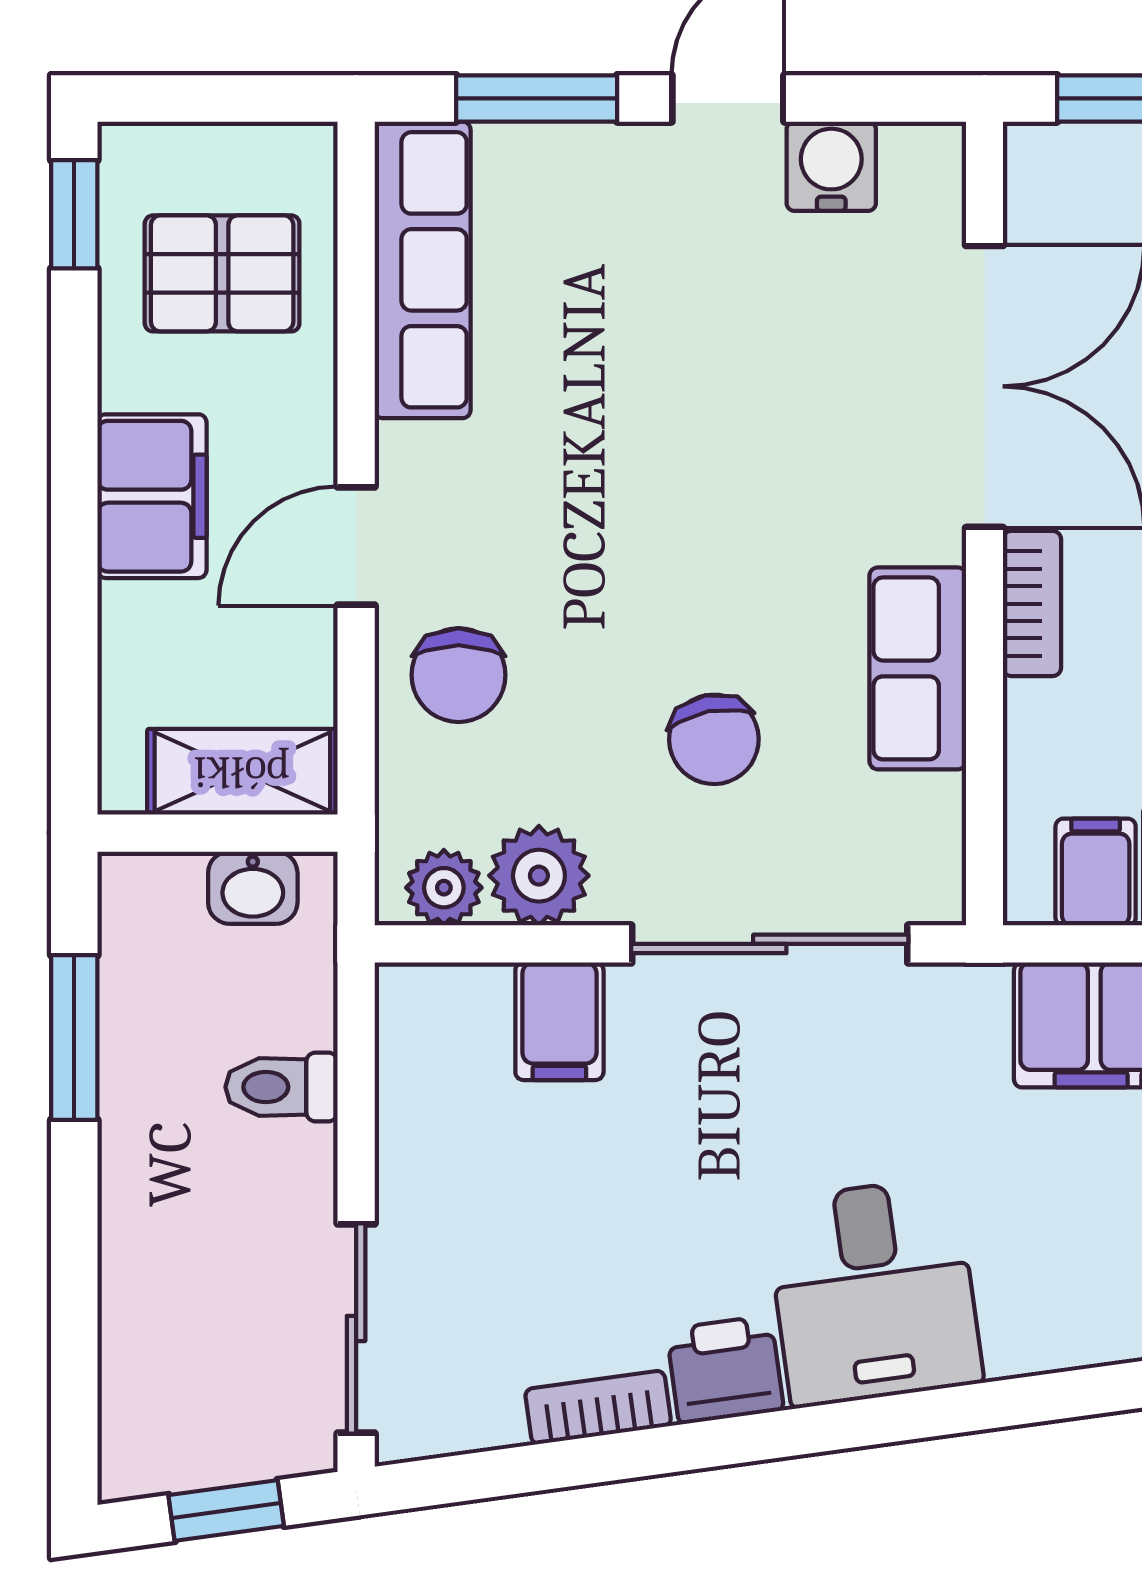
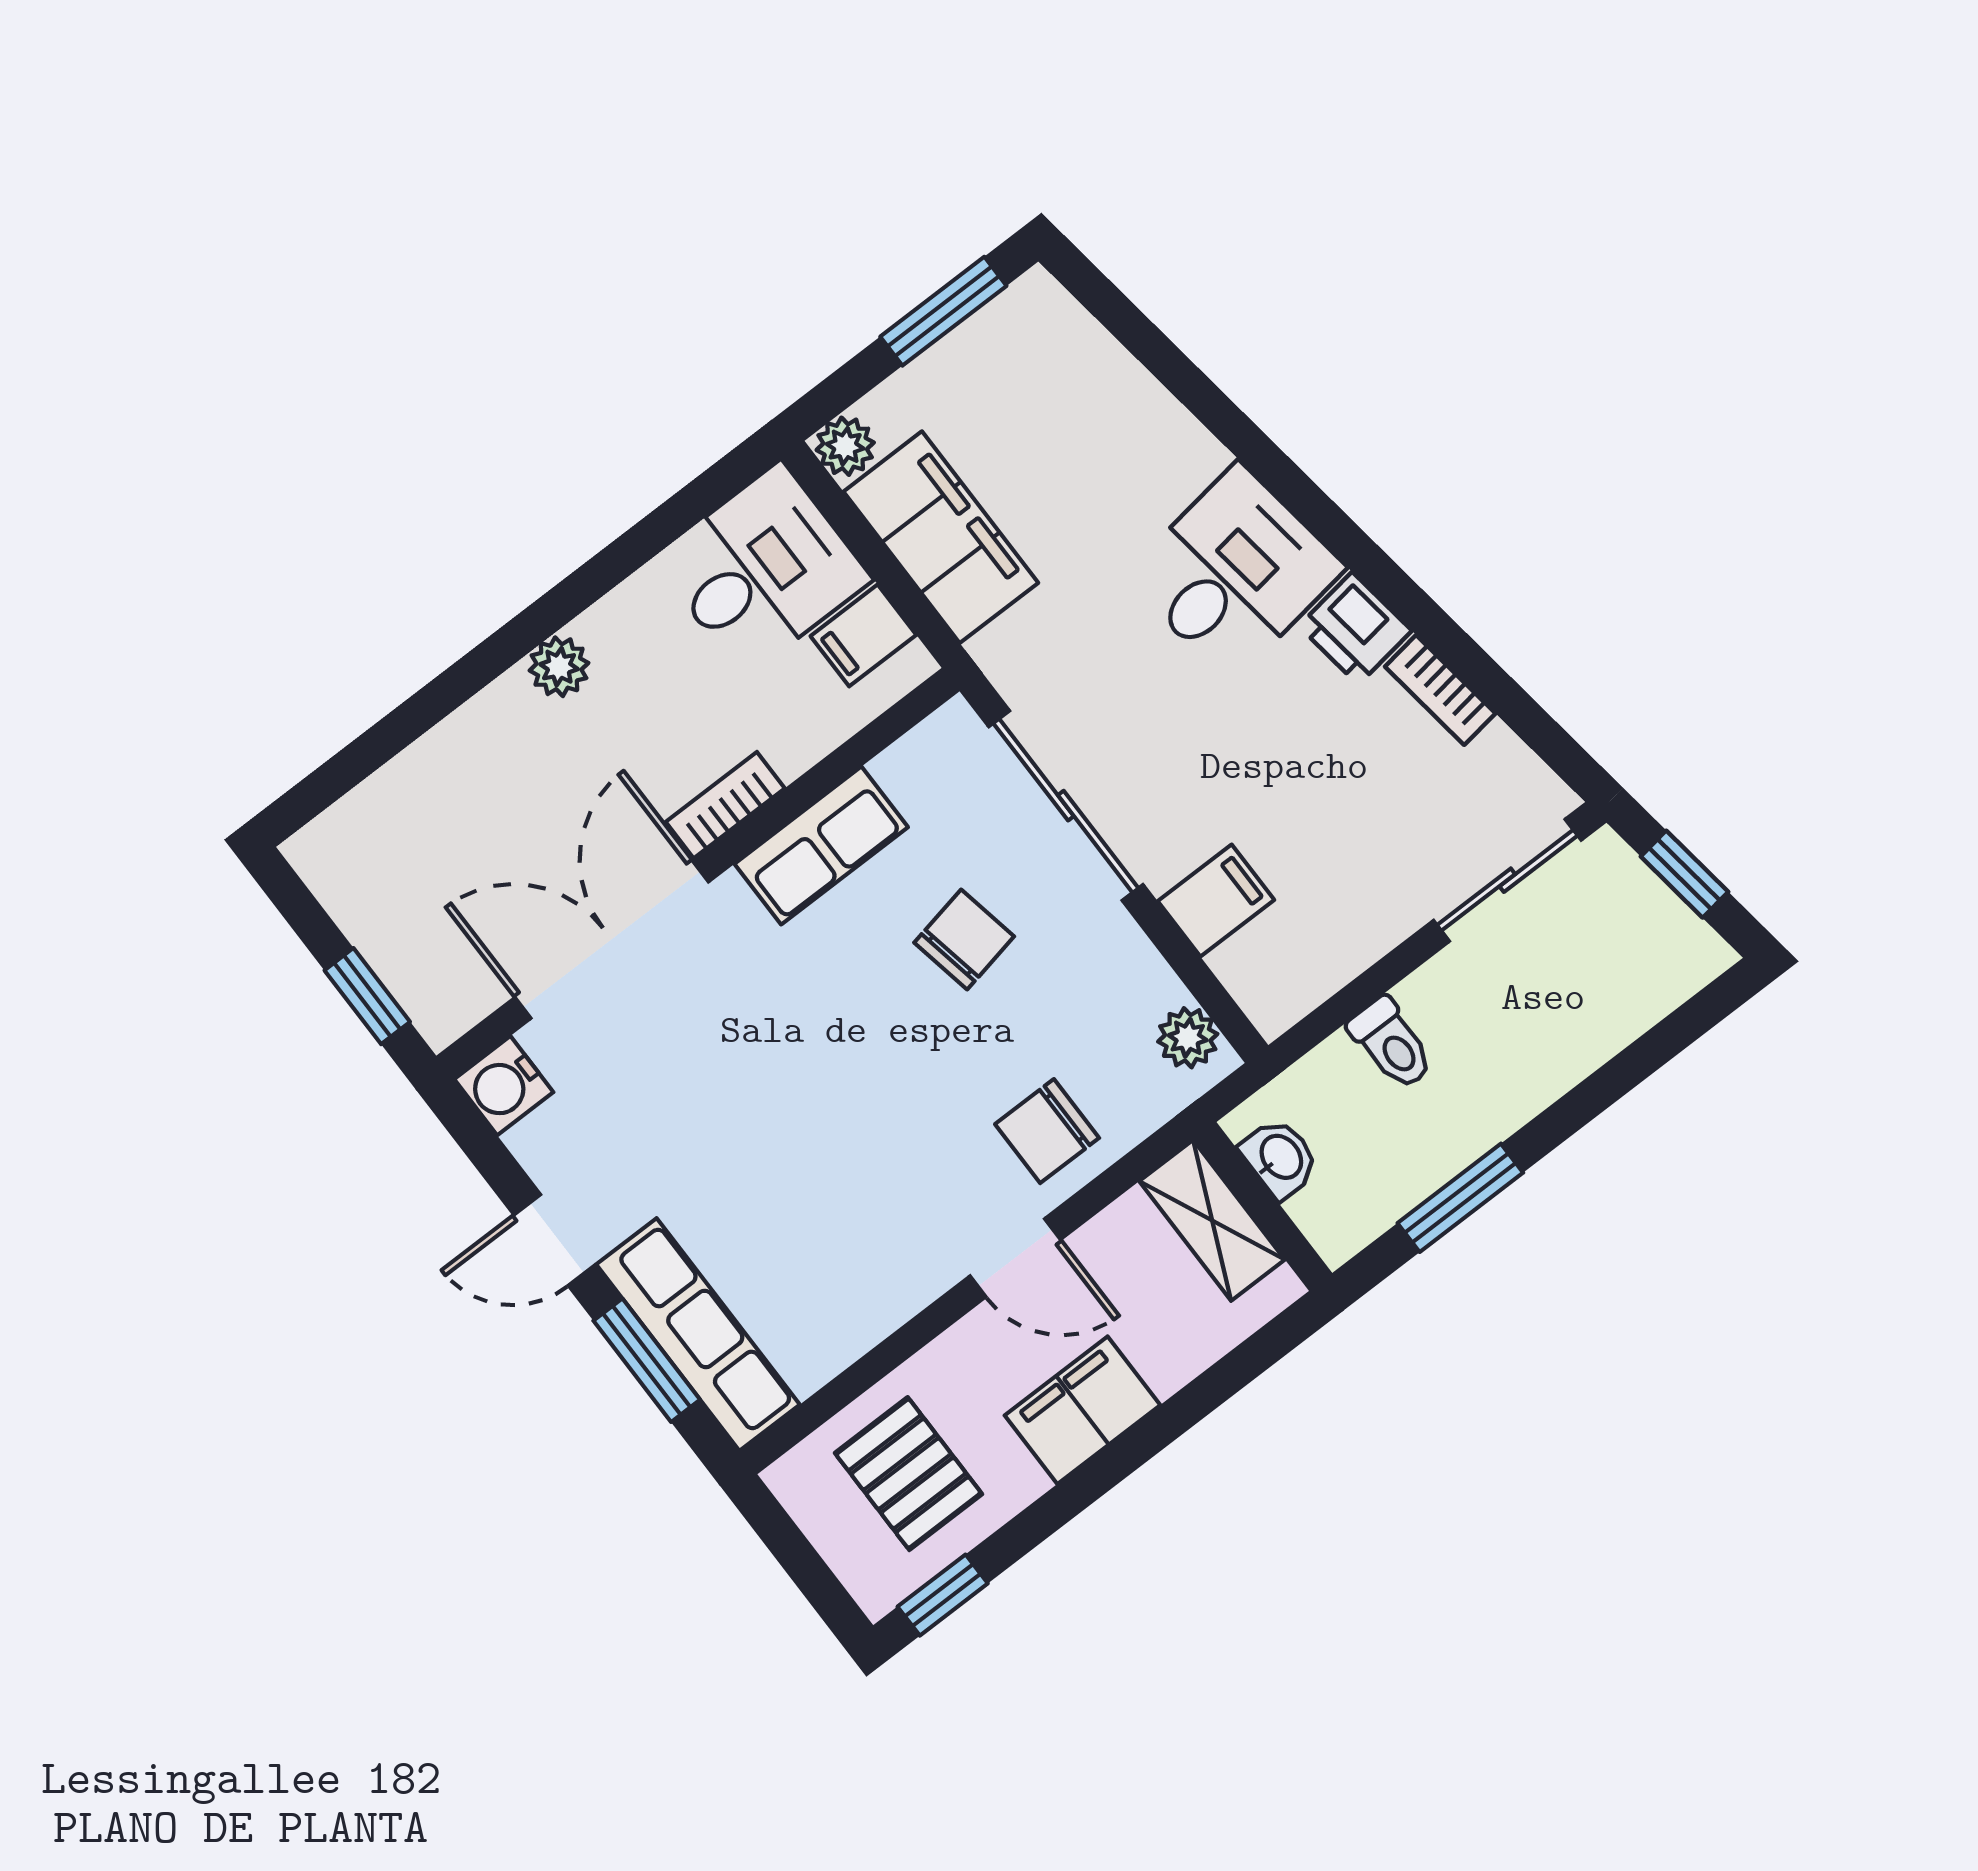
water cooler: (831, 166) -> (504, 1086), moved
row of seats: (423, 270) -> (698, 1335), moved, turned 90
chair: (459, 675) -> (1047, 1131), turned 180
plant: (539, 876) -> (1134, 984), removed

